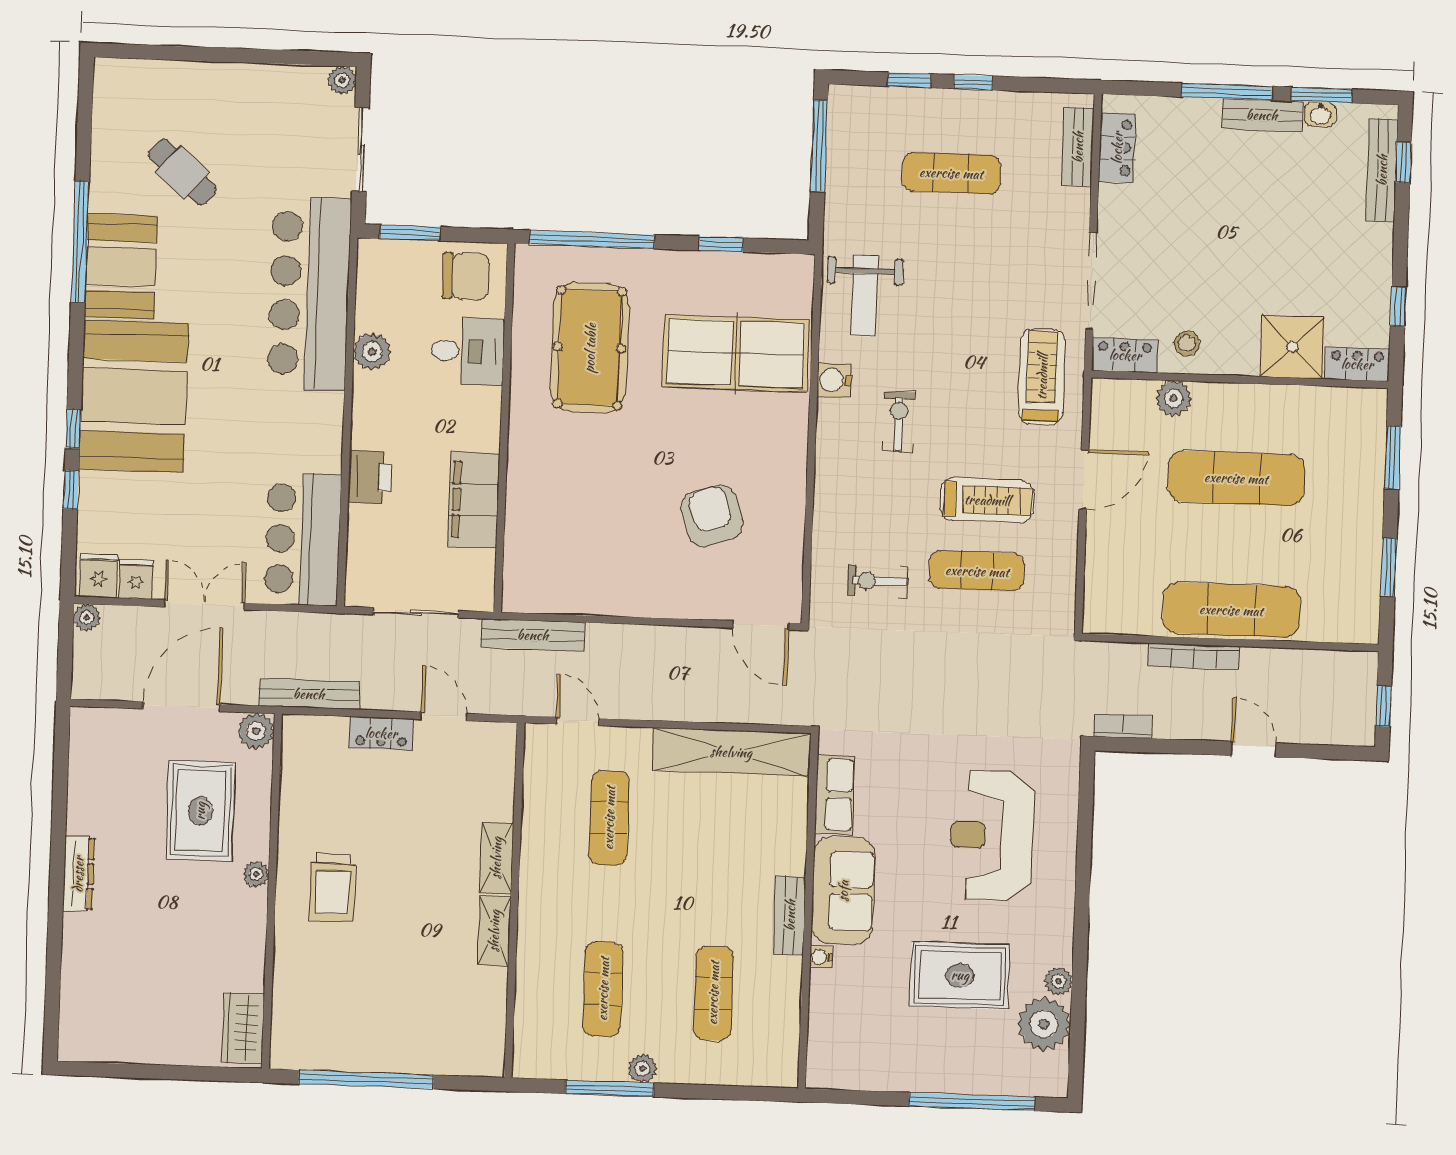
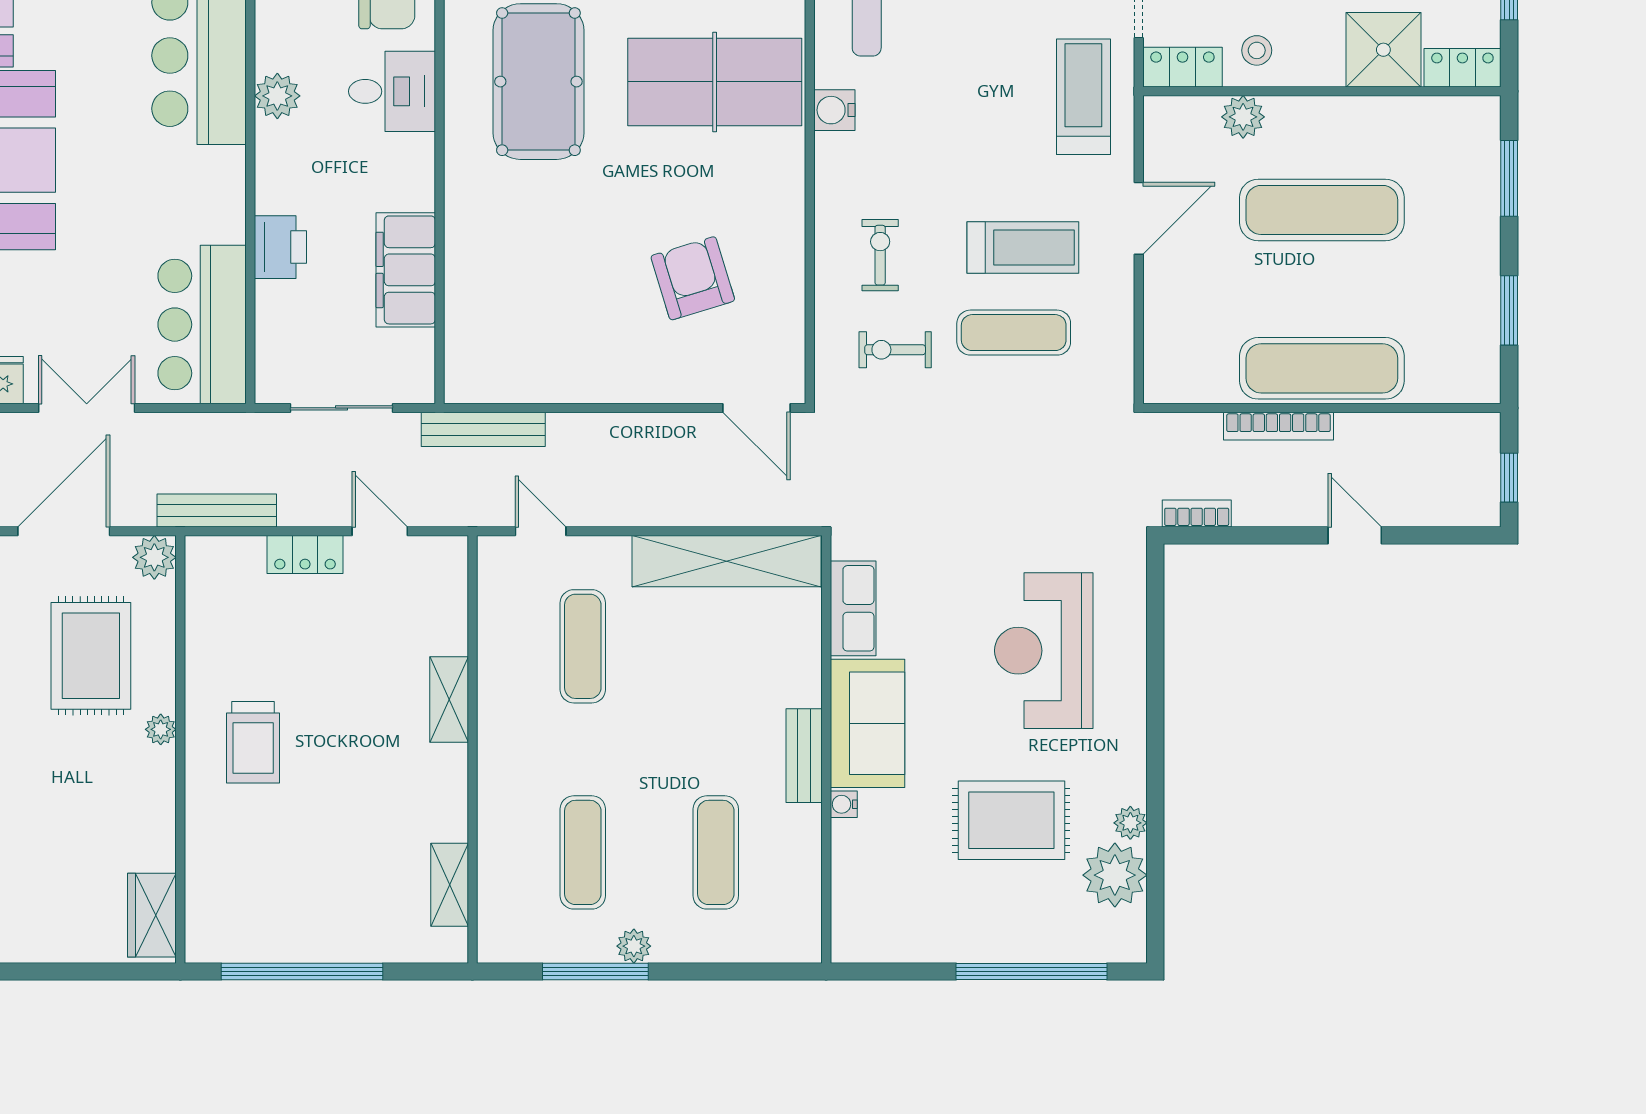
exercise bike: (899, 422) -> (880, 255), moved
shelving: (494, 931) -> (450, 885), moved

